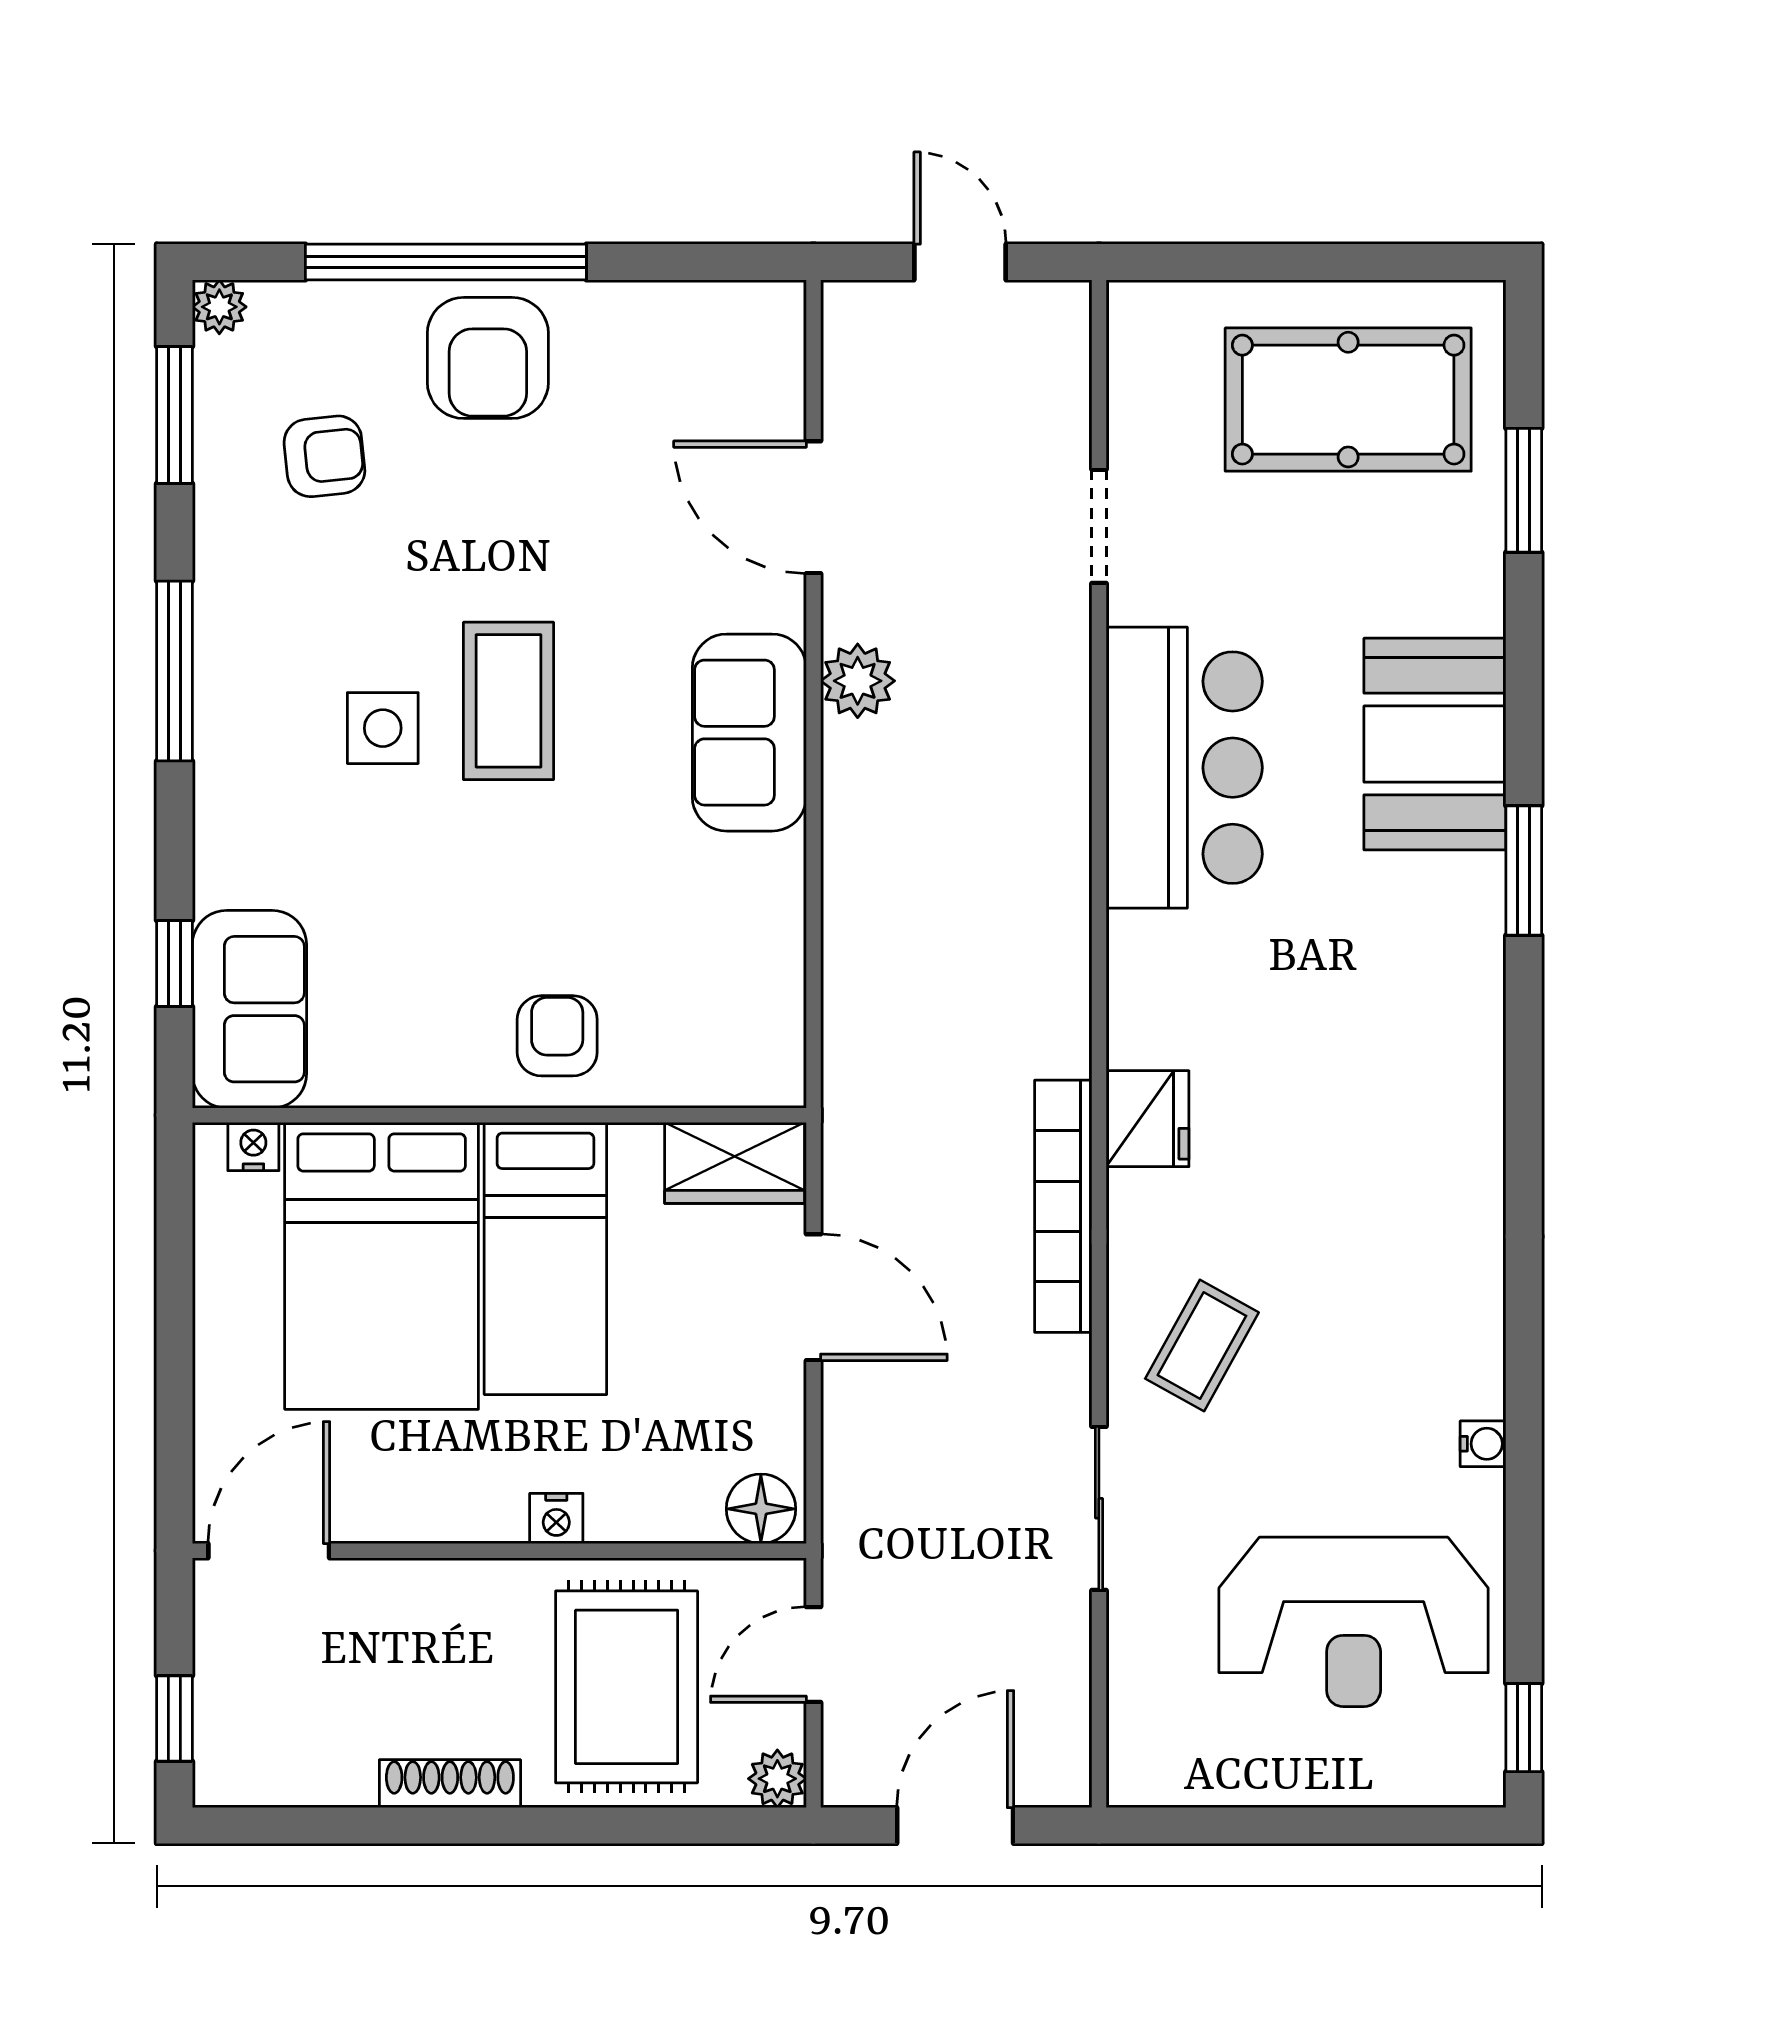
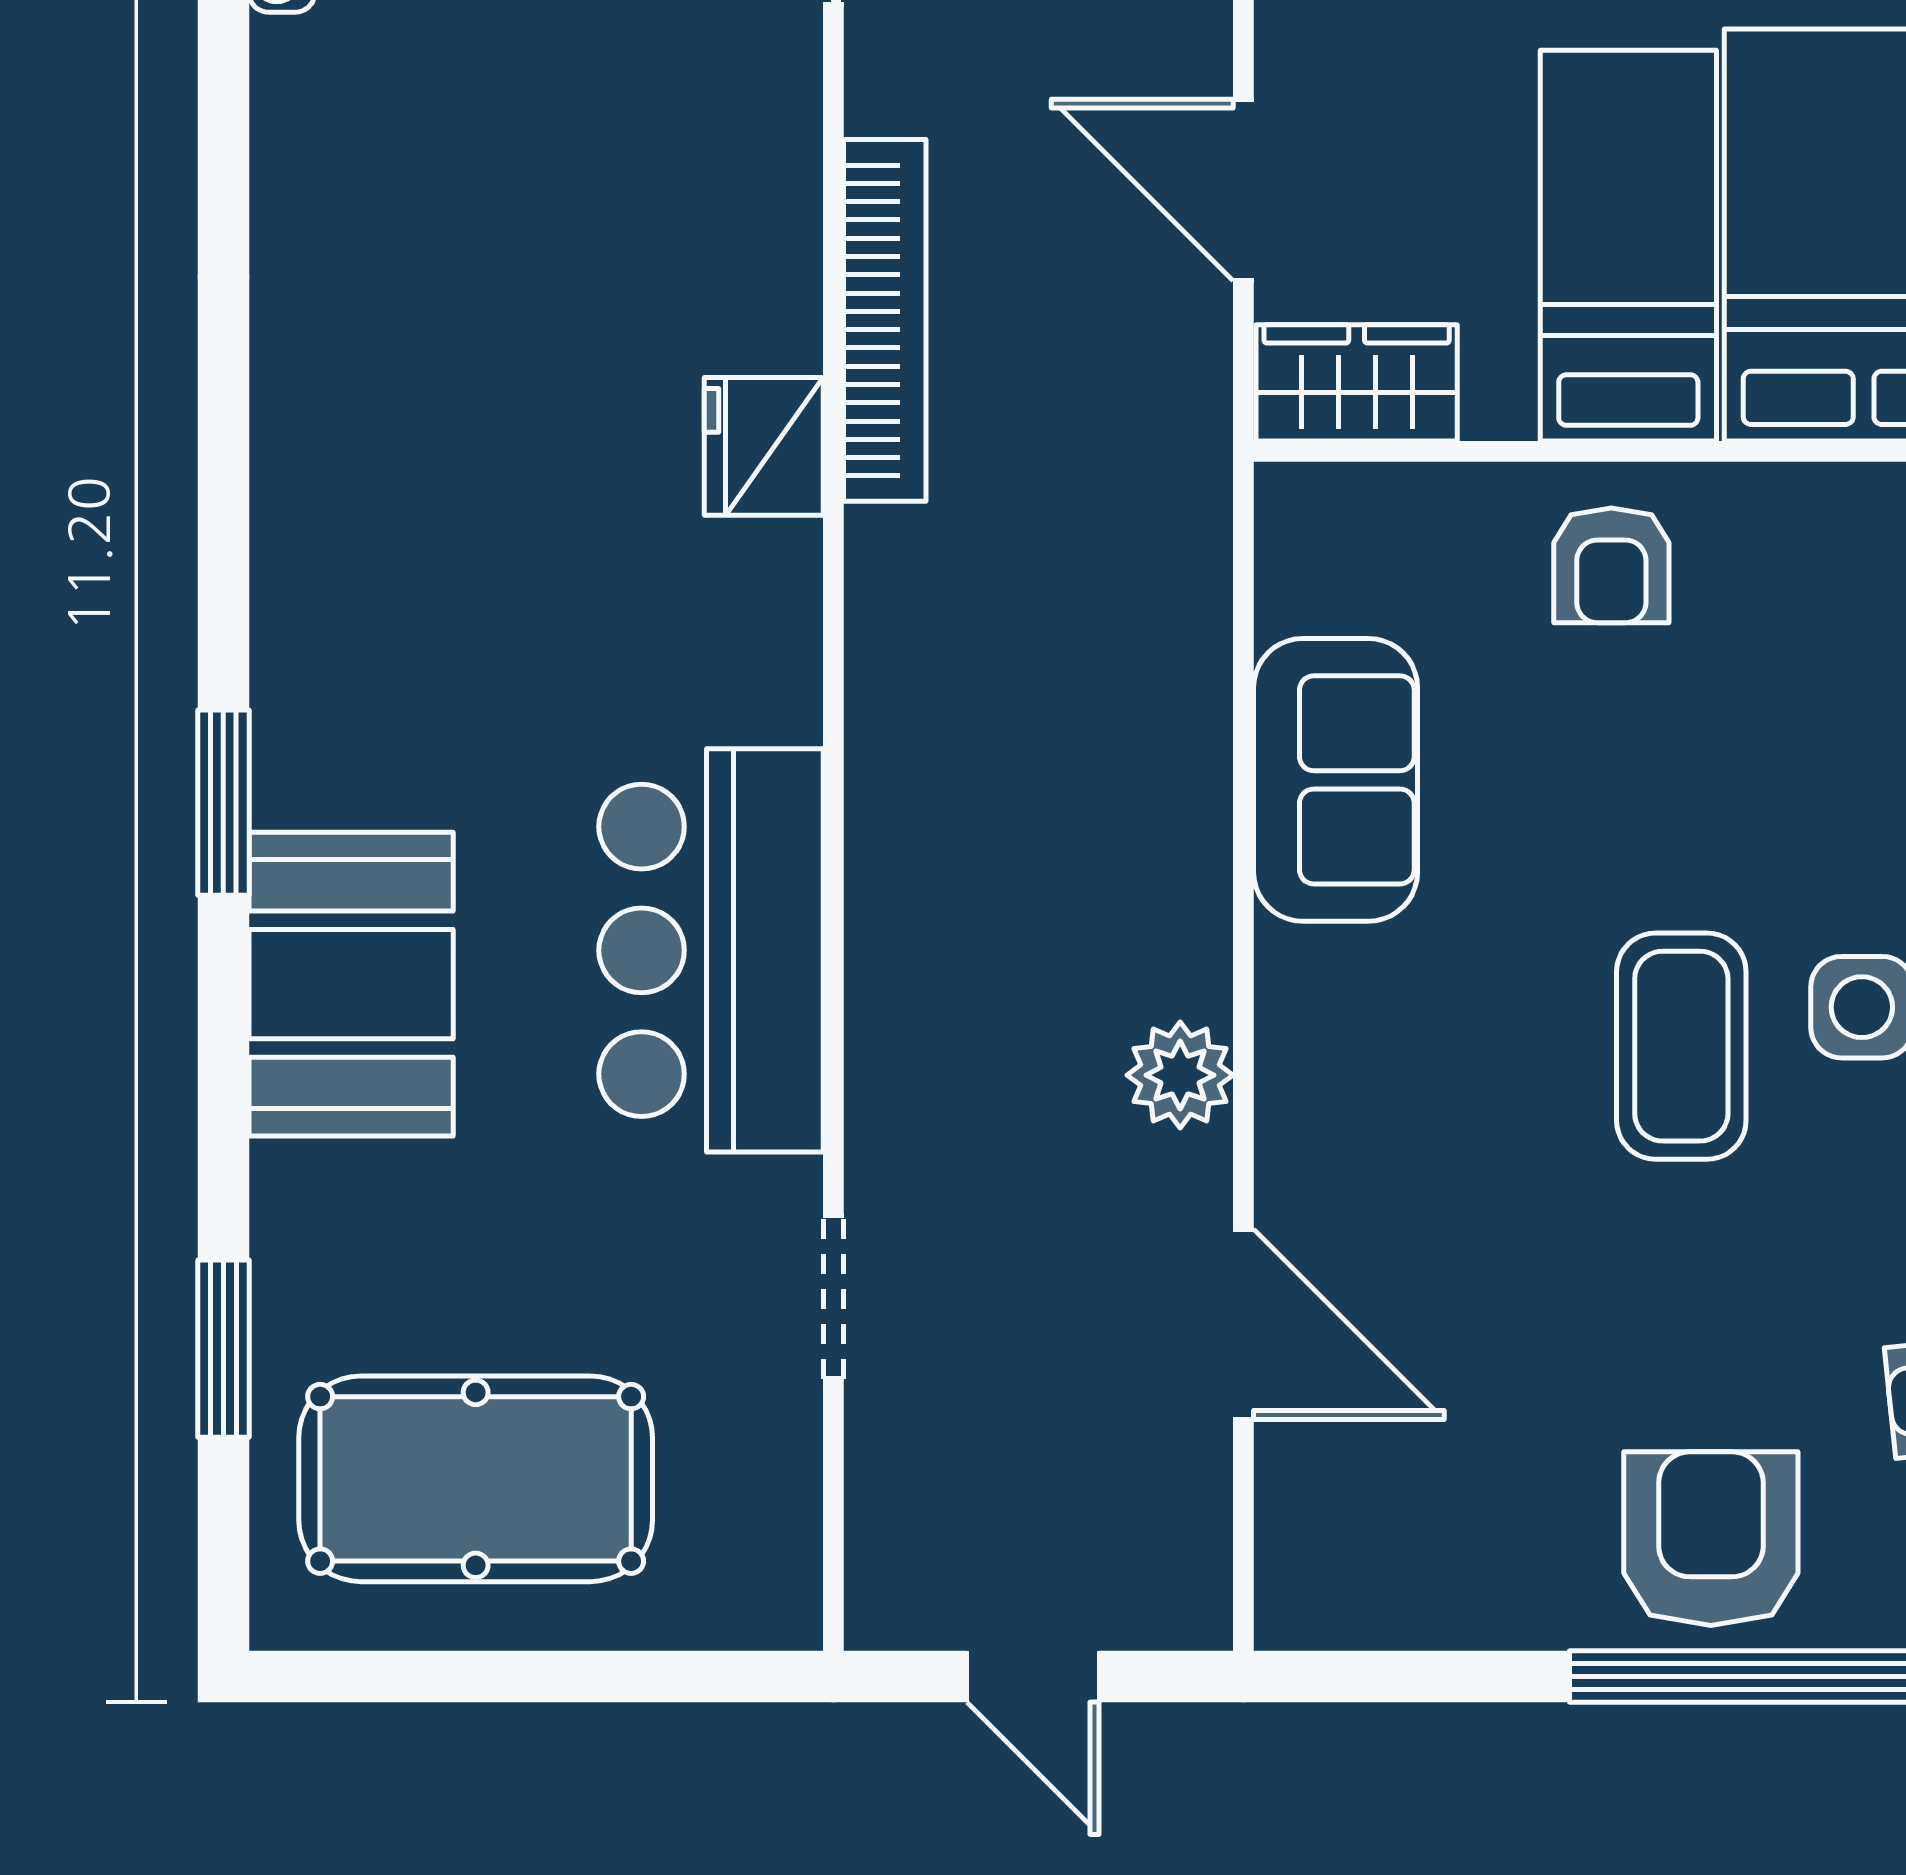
sofa: (749, 733) -> (1336, 780), moved
coffee table: (1202, 1346) -> (686, 121), removed

